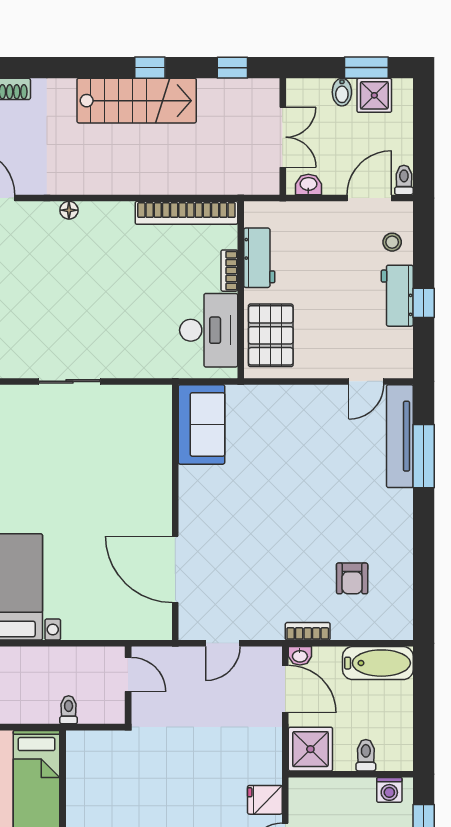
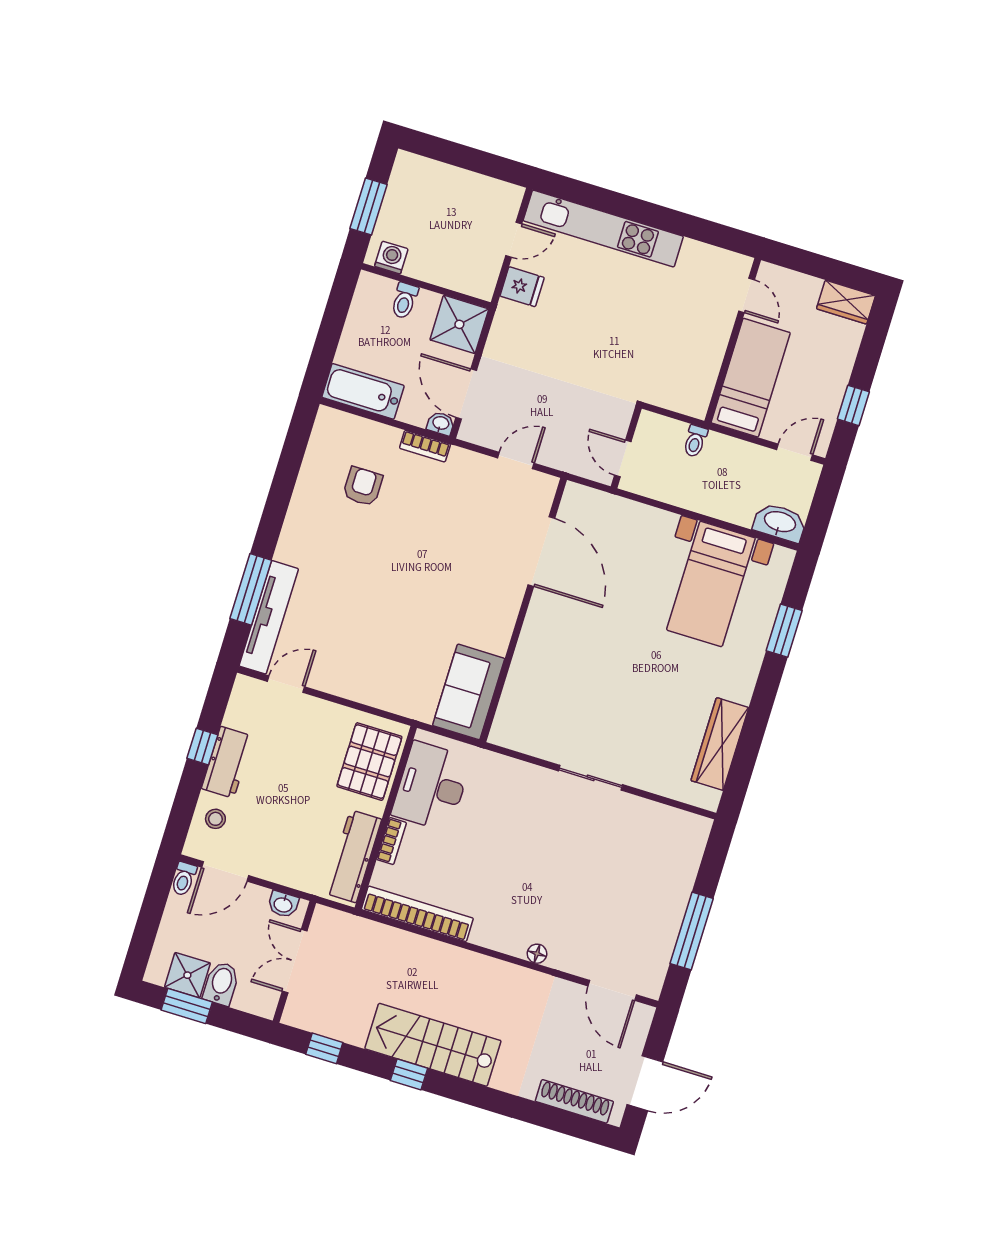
bidet: (342, 92) -> (221, 984), width x1.38, depth x1.36
workbench: (259, 258) -> (353, 856), width x1.38

